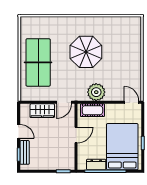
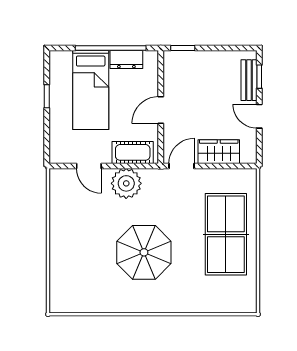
door: (131, 102) -> (89, 166), moved
bed: (122, 147) -> (91, 90), width x0.67

